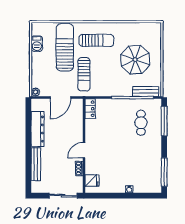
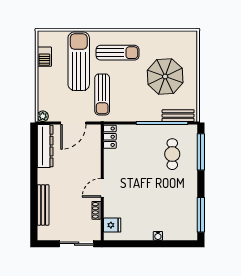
dresser: (38, 129) -> (45, 146), moved

